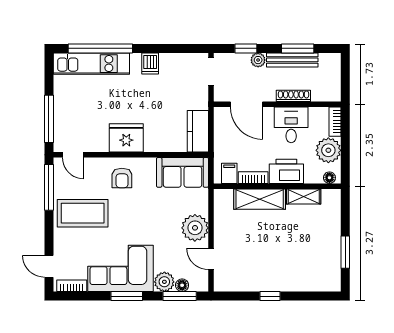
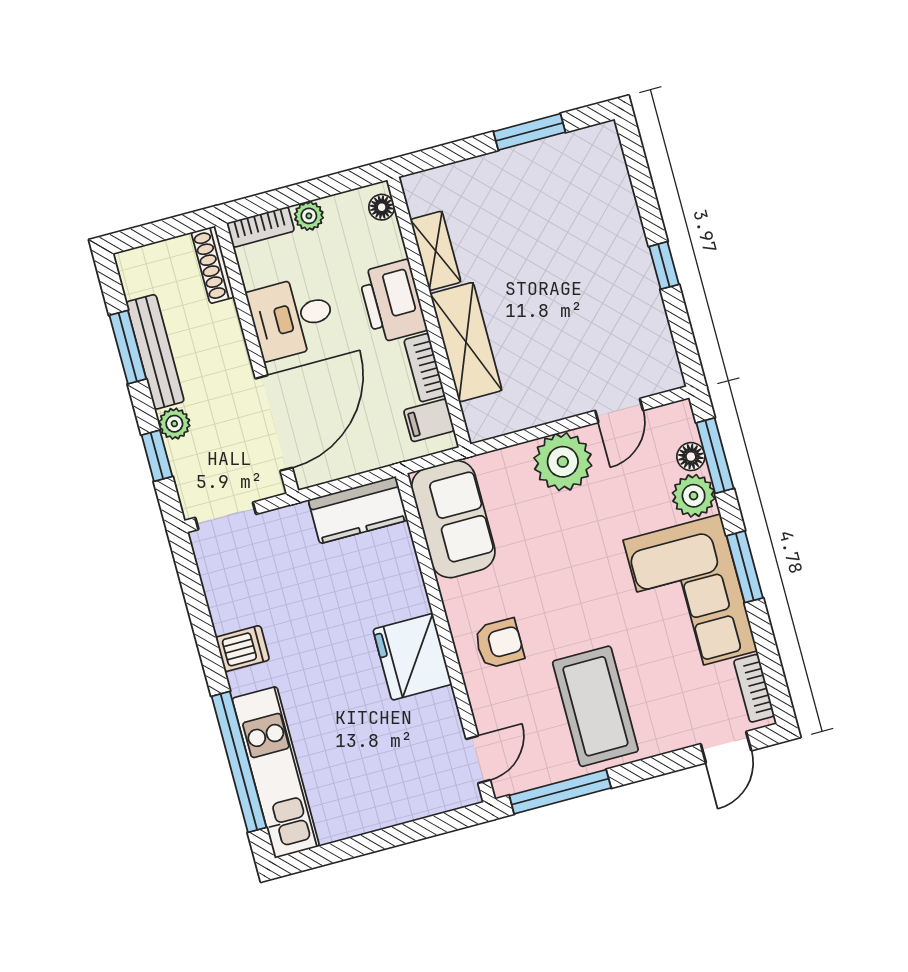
shoe rack: (293, 96) -> (213, 265), moved
door: (246, 104) -> (274, 423), width x1.36
window: (49, 119) -> (416, 830), removed
plant: (328, 150) -> (309, 216), width x0.53, depth x0.53

